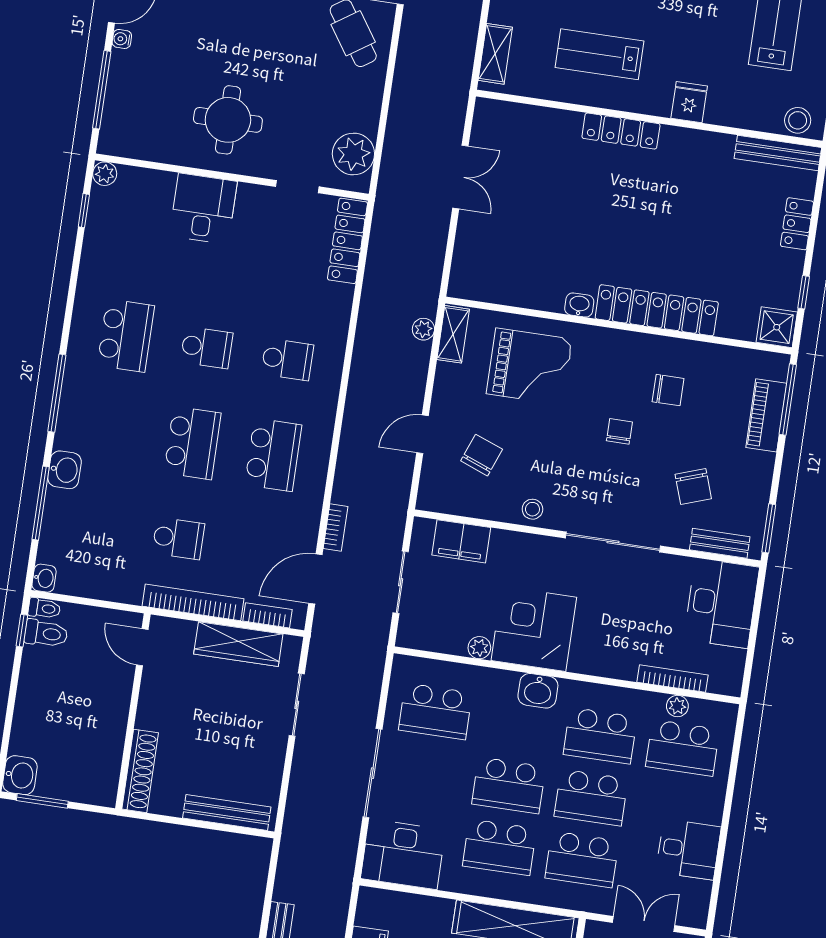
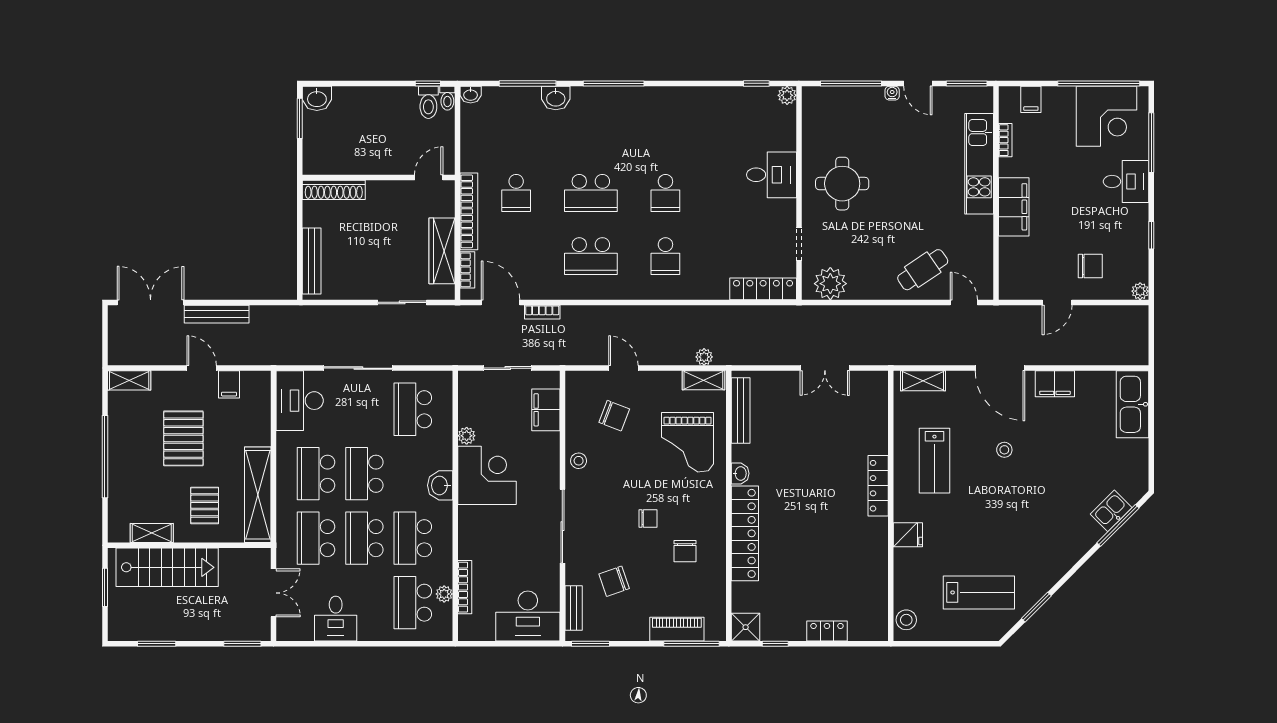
lab bench: (599, 54) -> (934, 461), turned 180
bench: (778, 153) -> (741, 410), moved
school desk: (126, 336) -> (665, 130), removed

